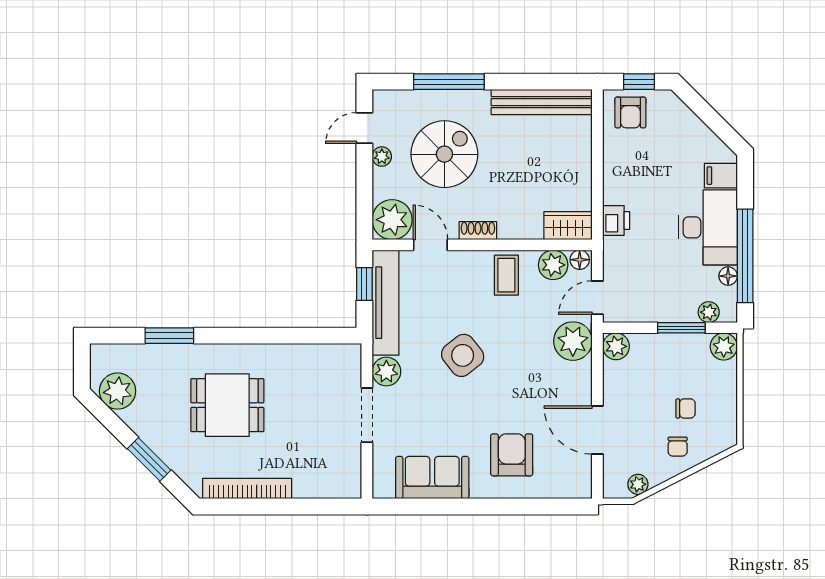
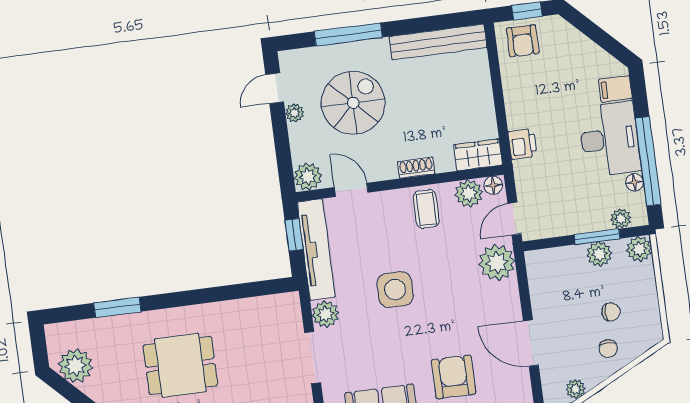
plant: (392, 220) -> (308, 177), width x0.73, depth x0.73
shoe rack: (478, 231) -> (416, 168), moved
plant: (616, 346) -> (599, 254), moved
side table: (463, 355) -> (395, 290), turned 38

